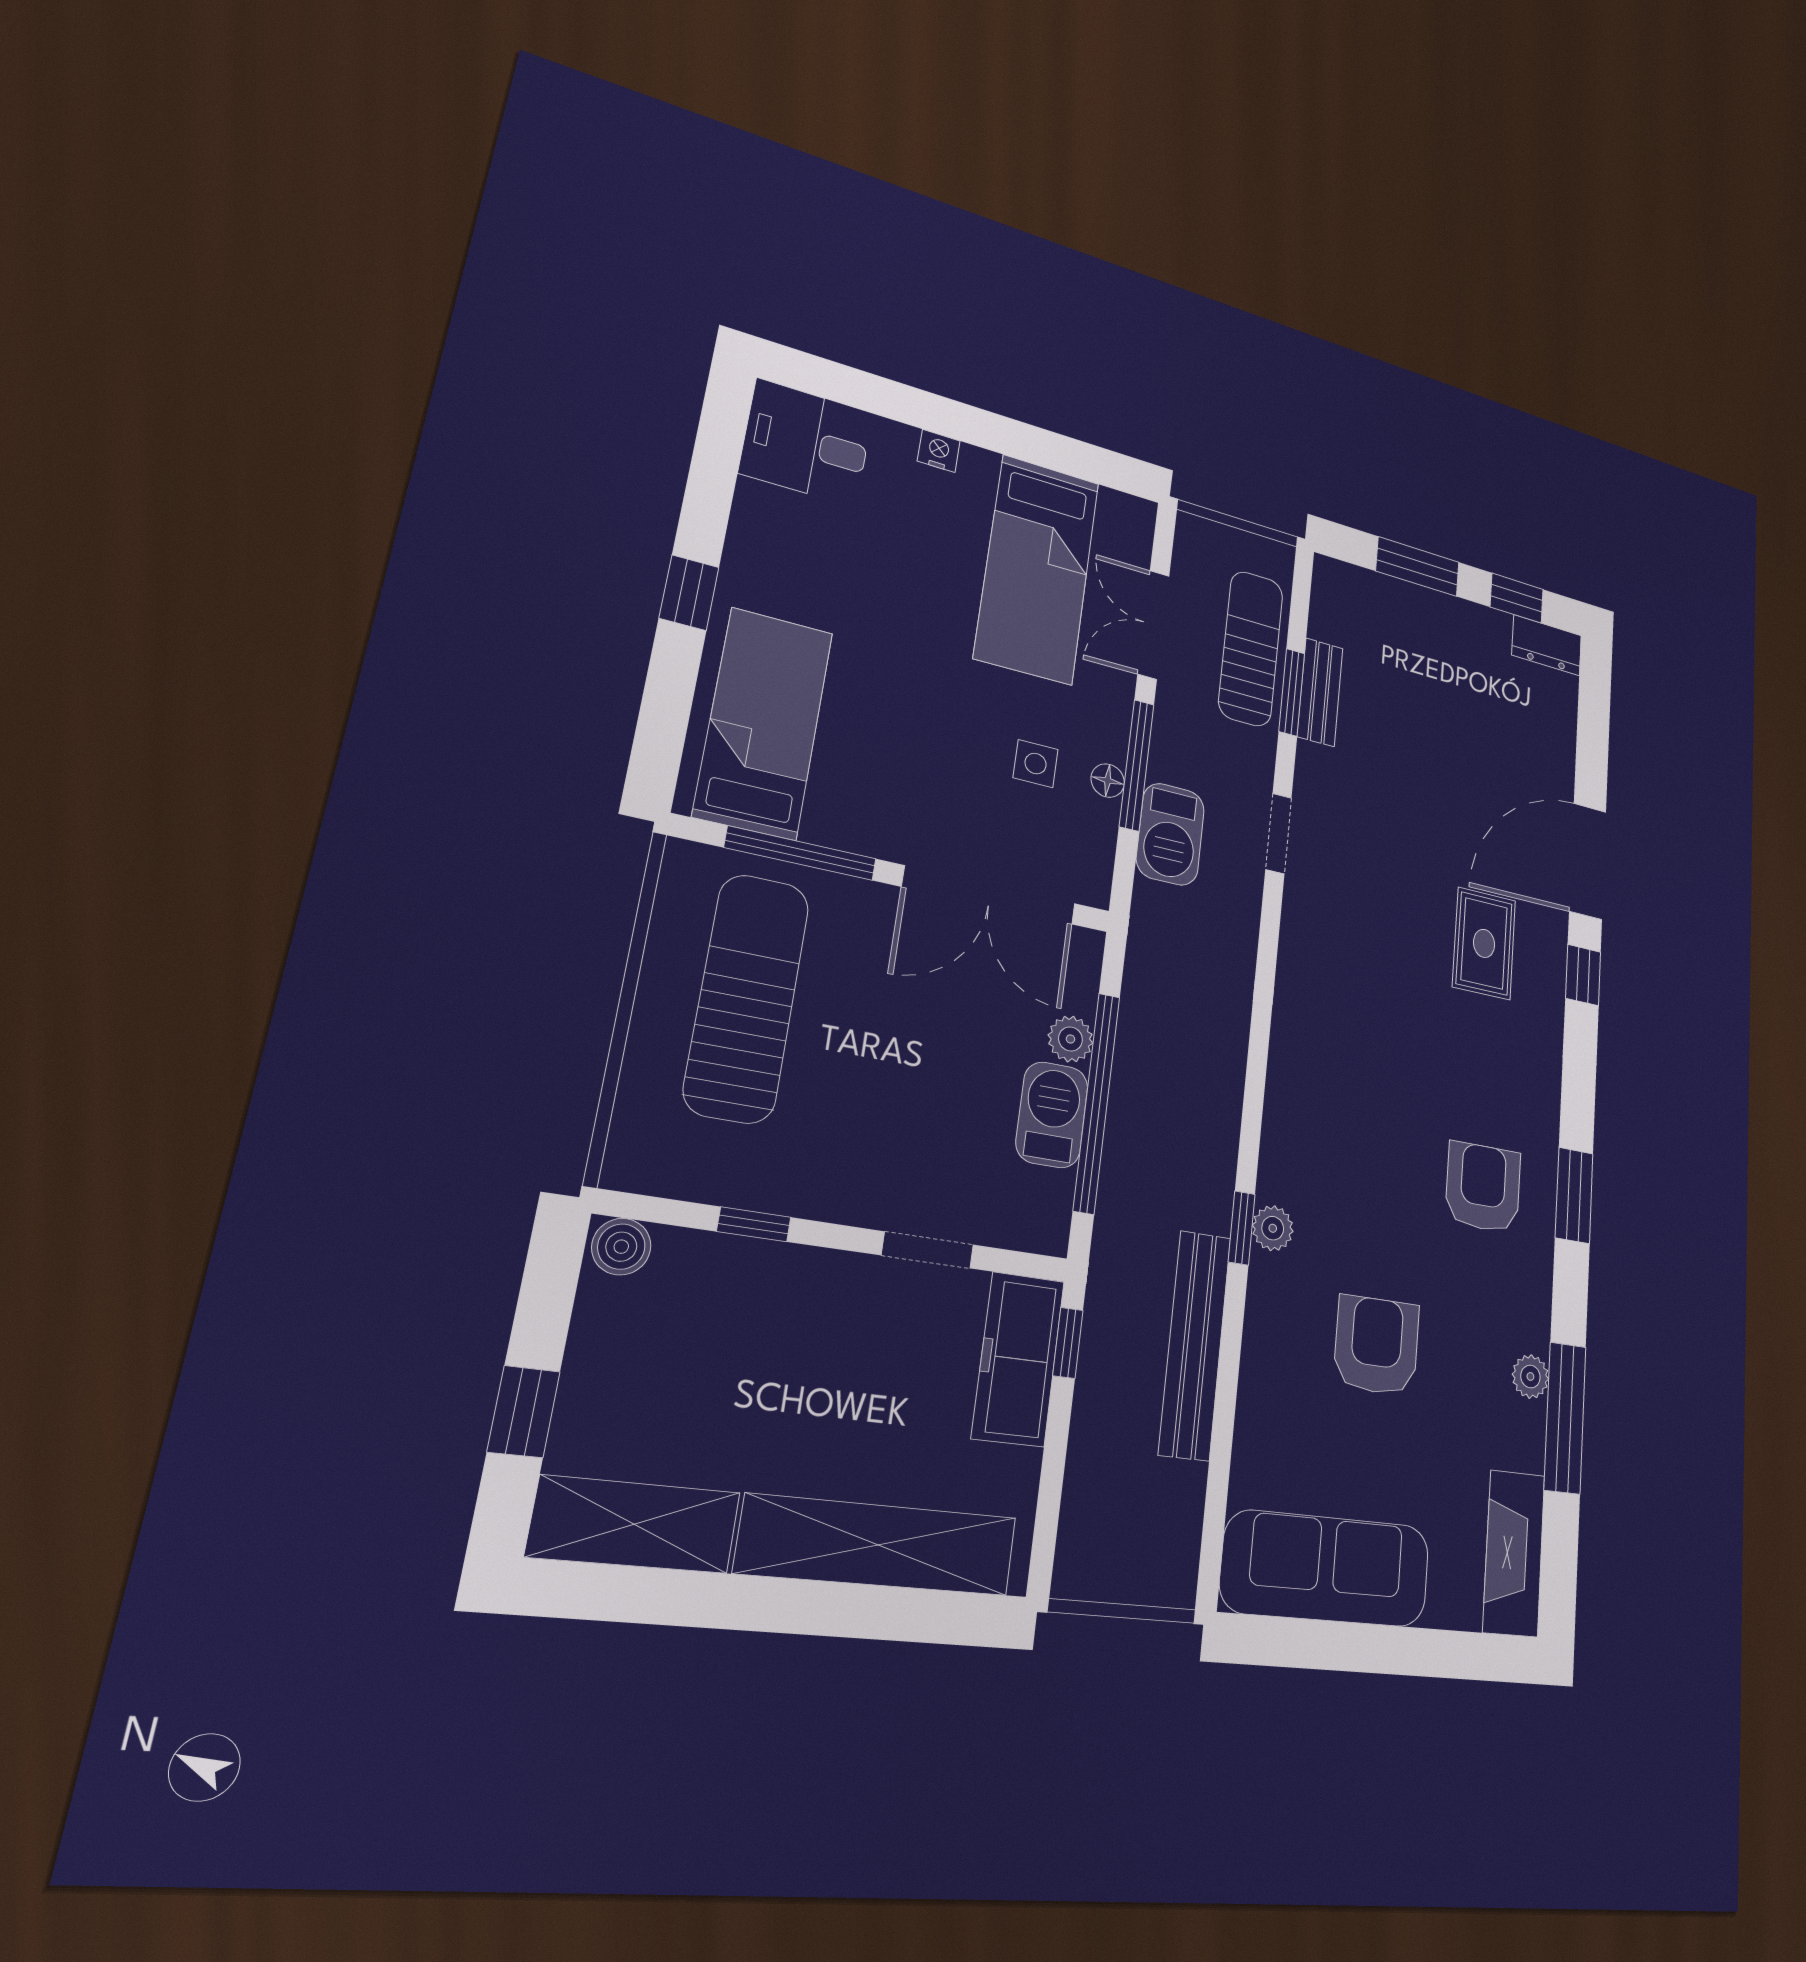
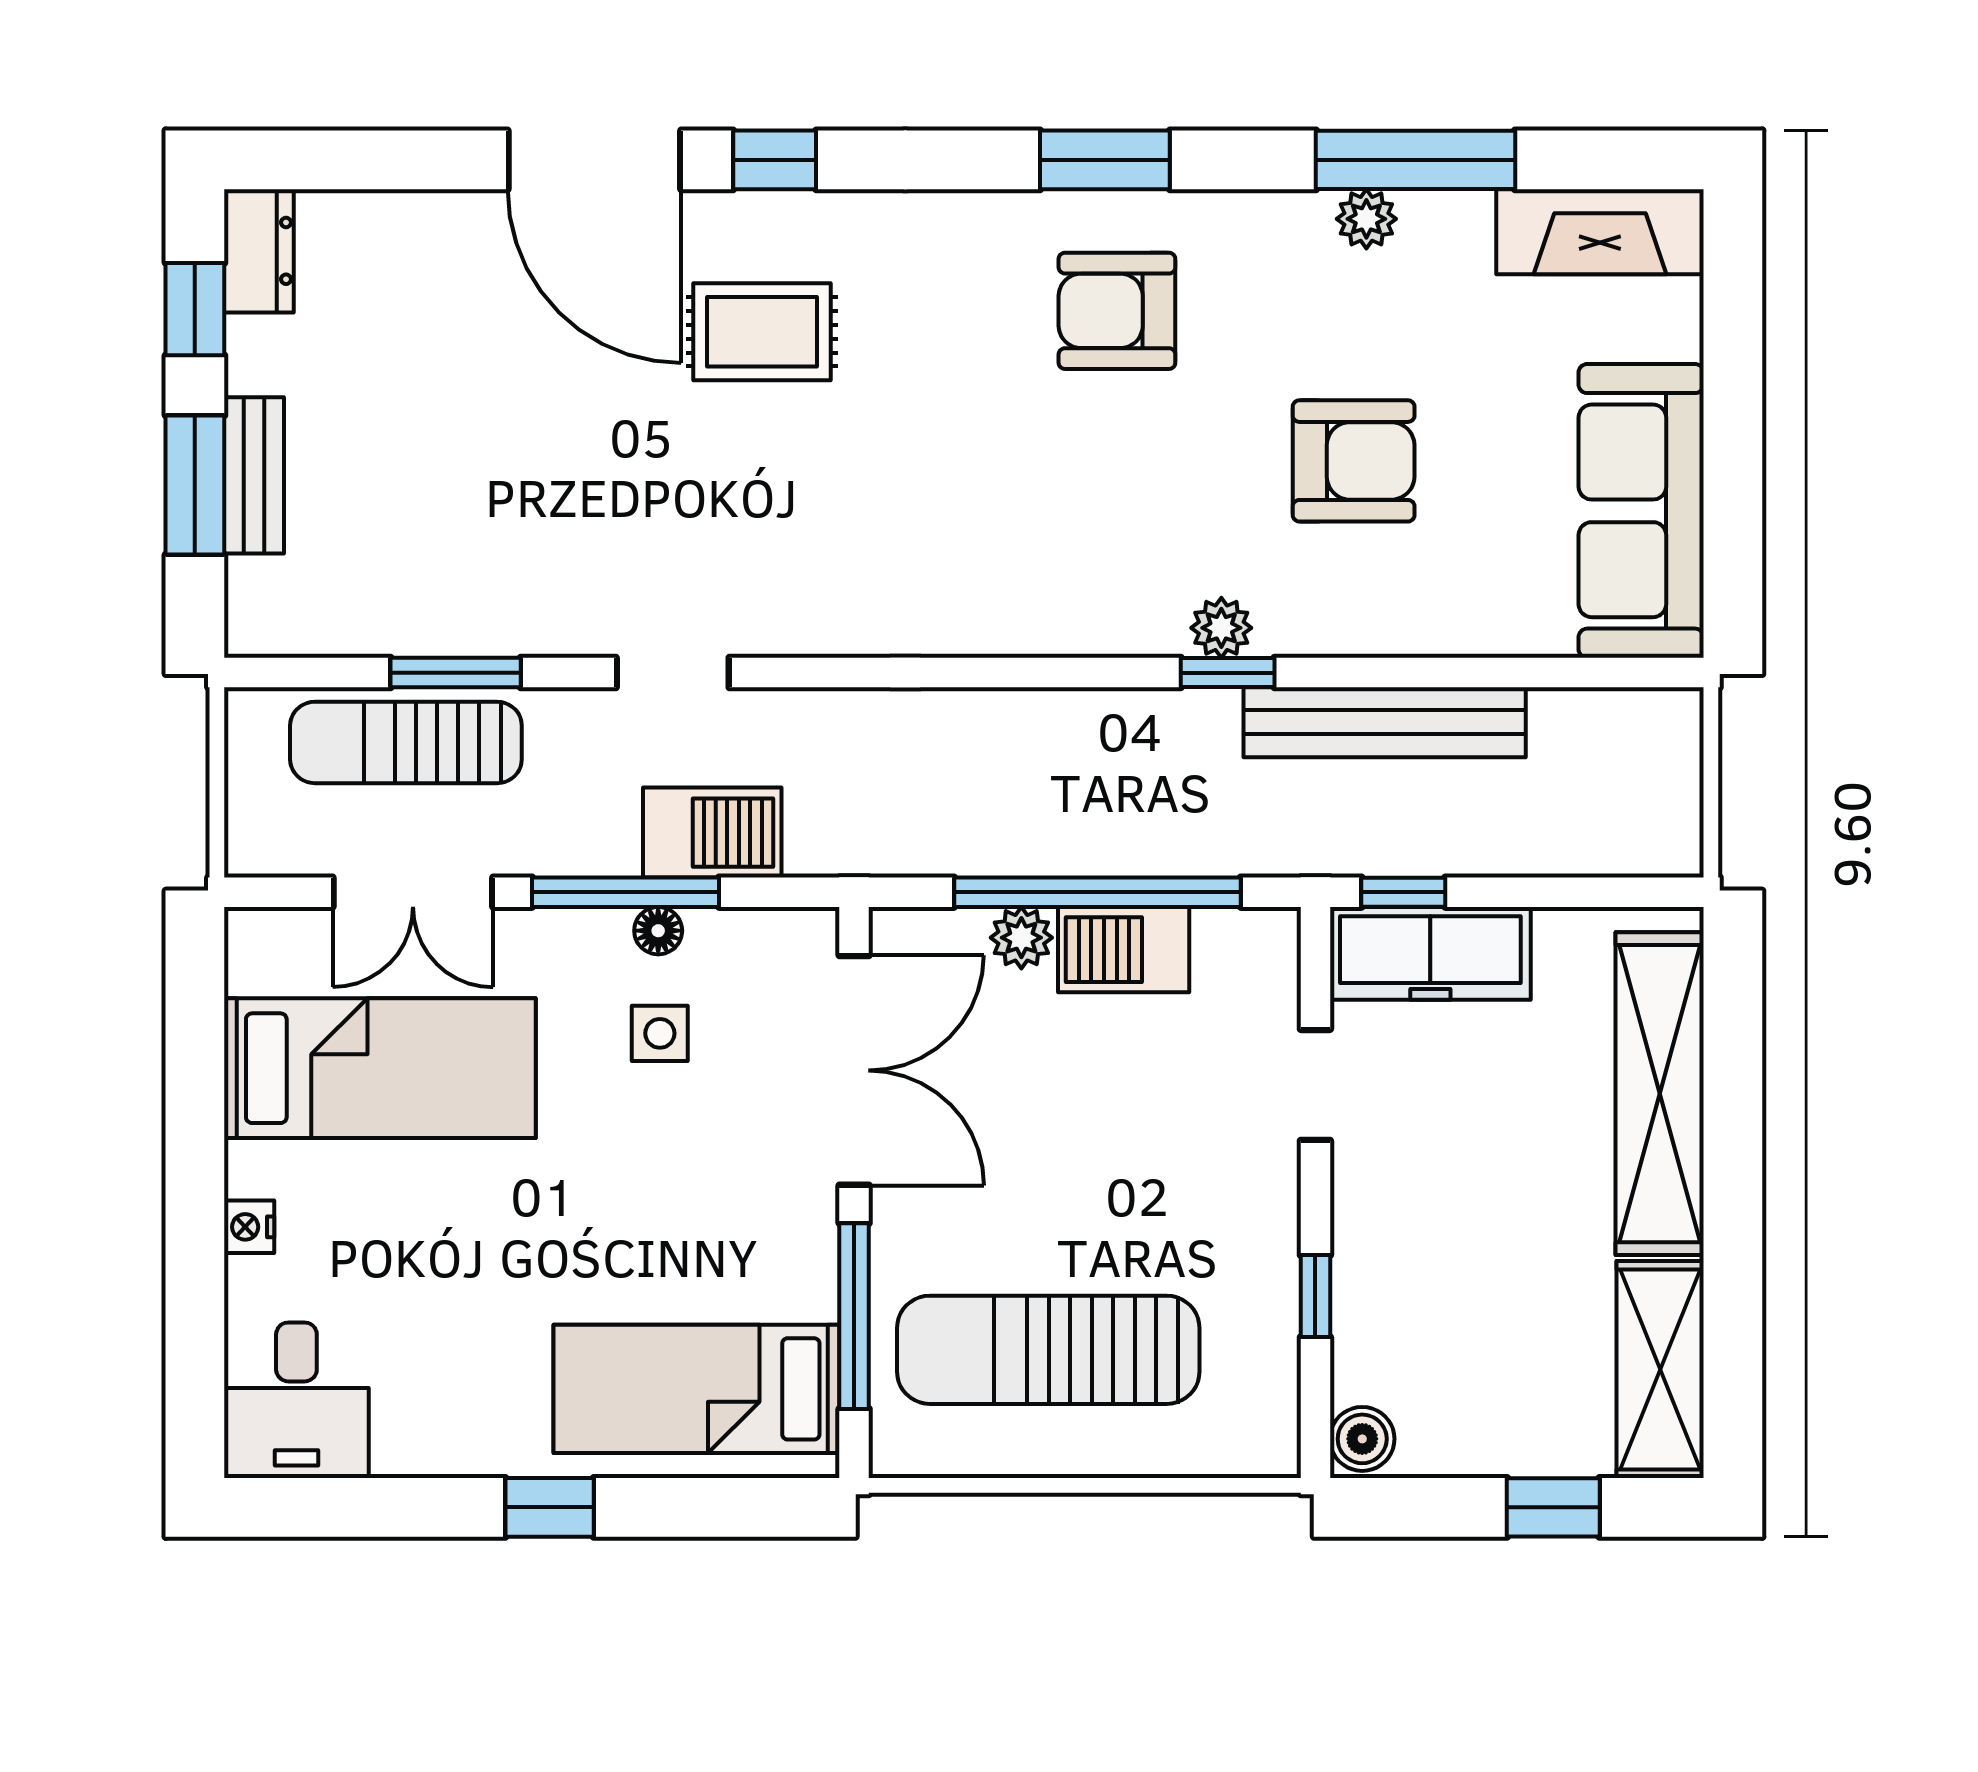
bench: (1320, 692) -> (254, 475), moved, turned 90
armchair: (1377, 1345) -> (1354, 461), turned 180

